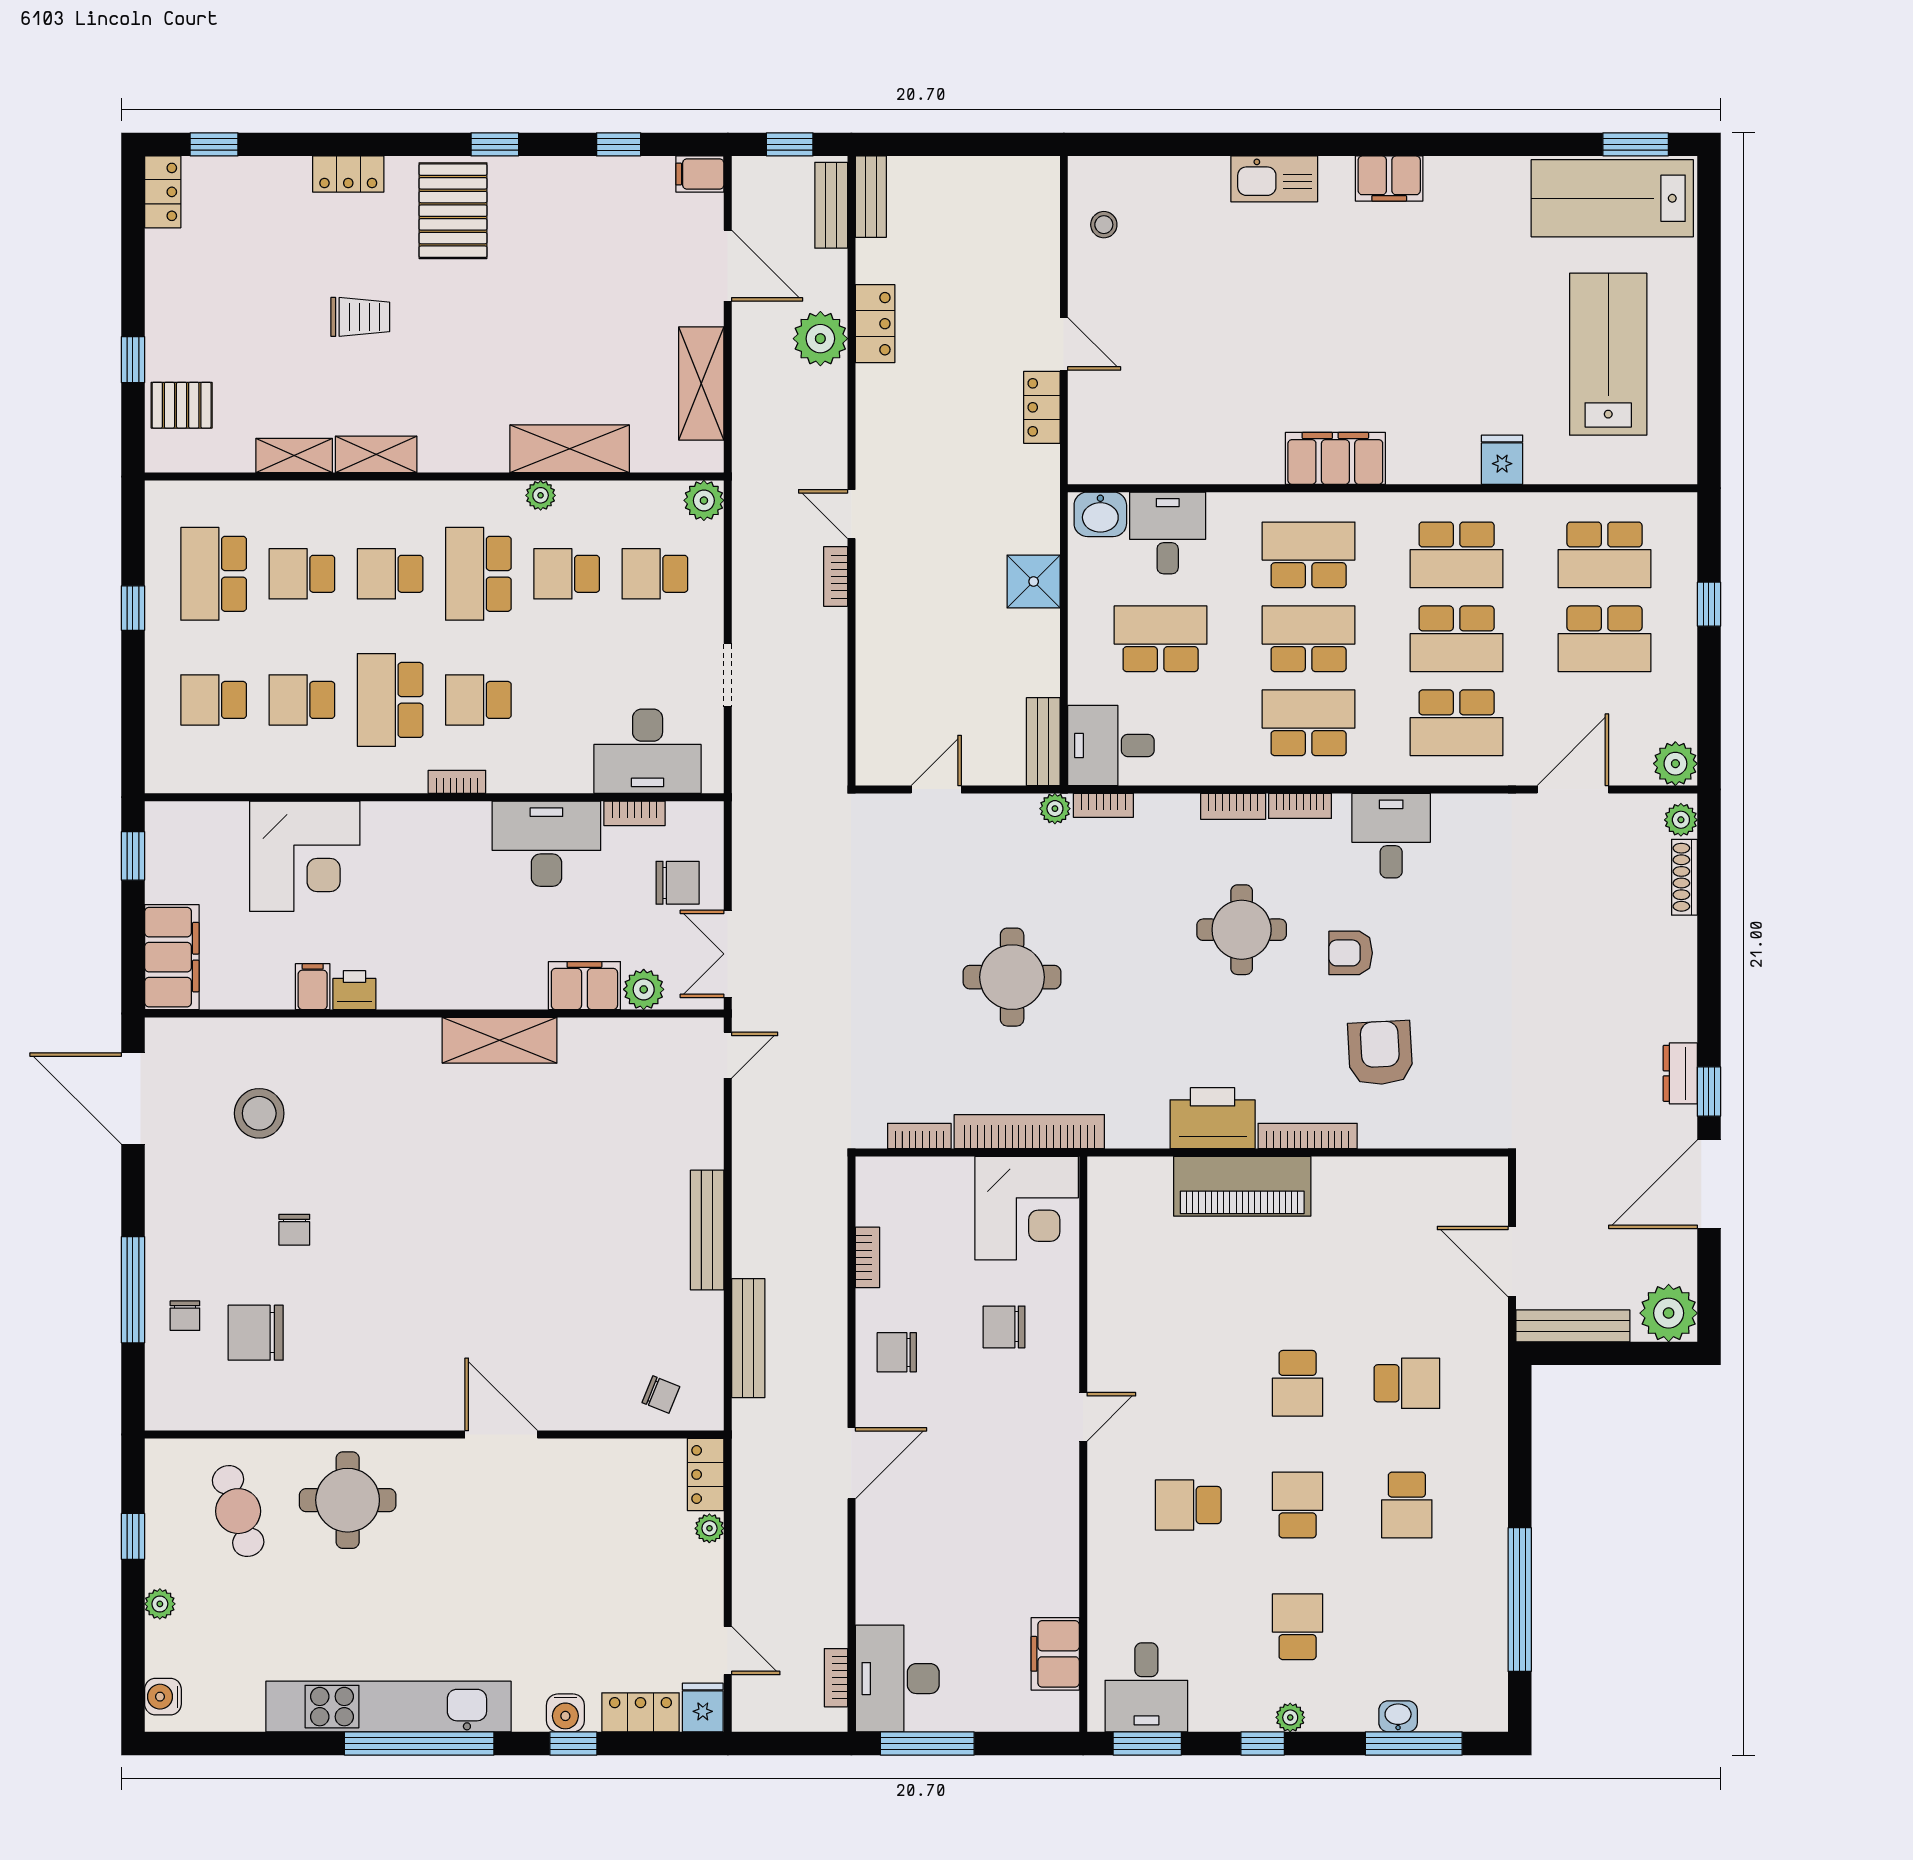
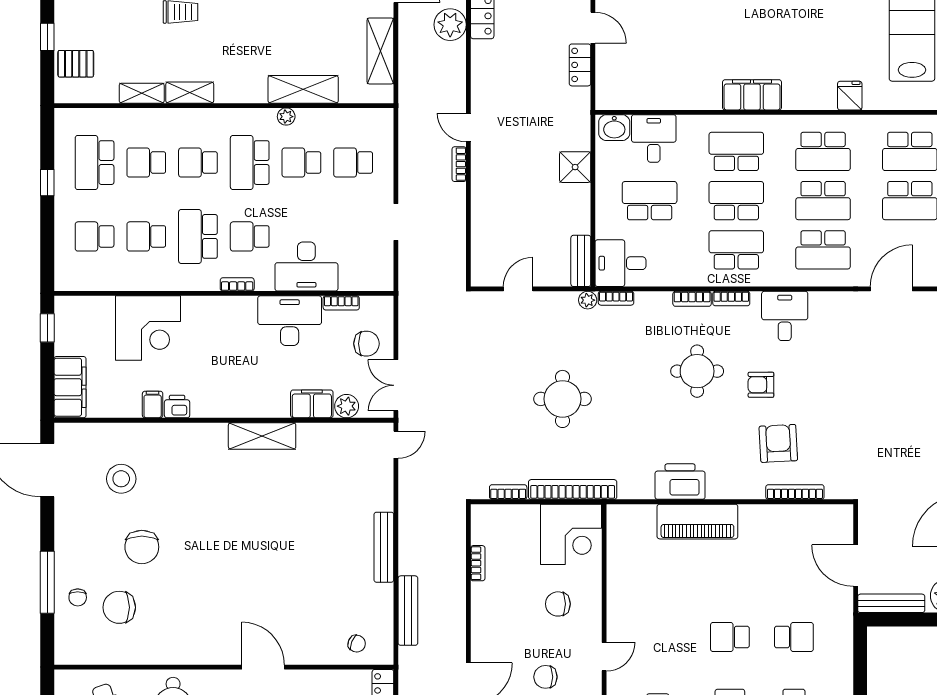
plant: (704, 500) -> (382, 120), removed
desk: (648, 751) -> (306, 267), moved
bookcase: (1308, 1136) -> (795, 492), moved
chair: (294, 1230) -> (142, 547), width x1.87, depth x1.87
chair: (897, 1352) -> (545, 677), moved
school desk: (1298, 1383) -> (730, 637), turned 90

